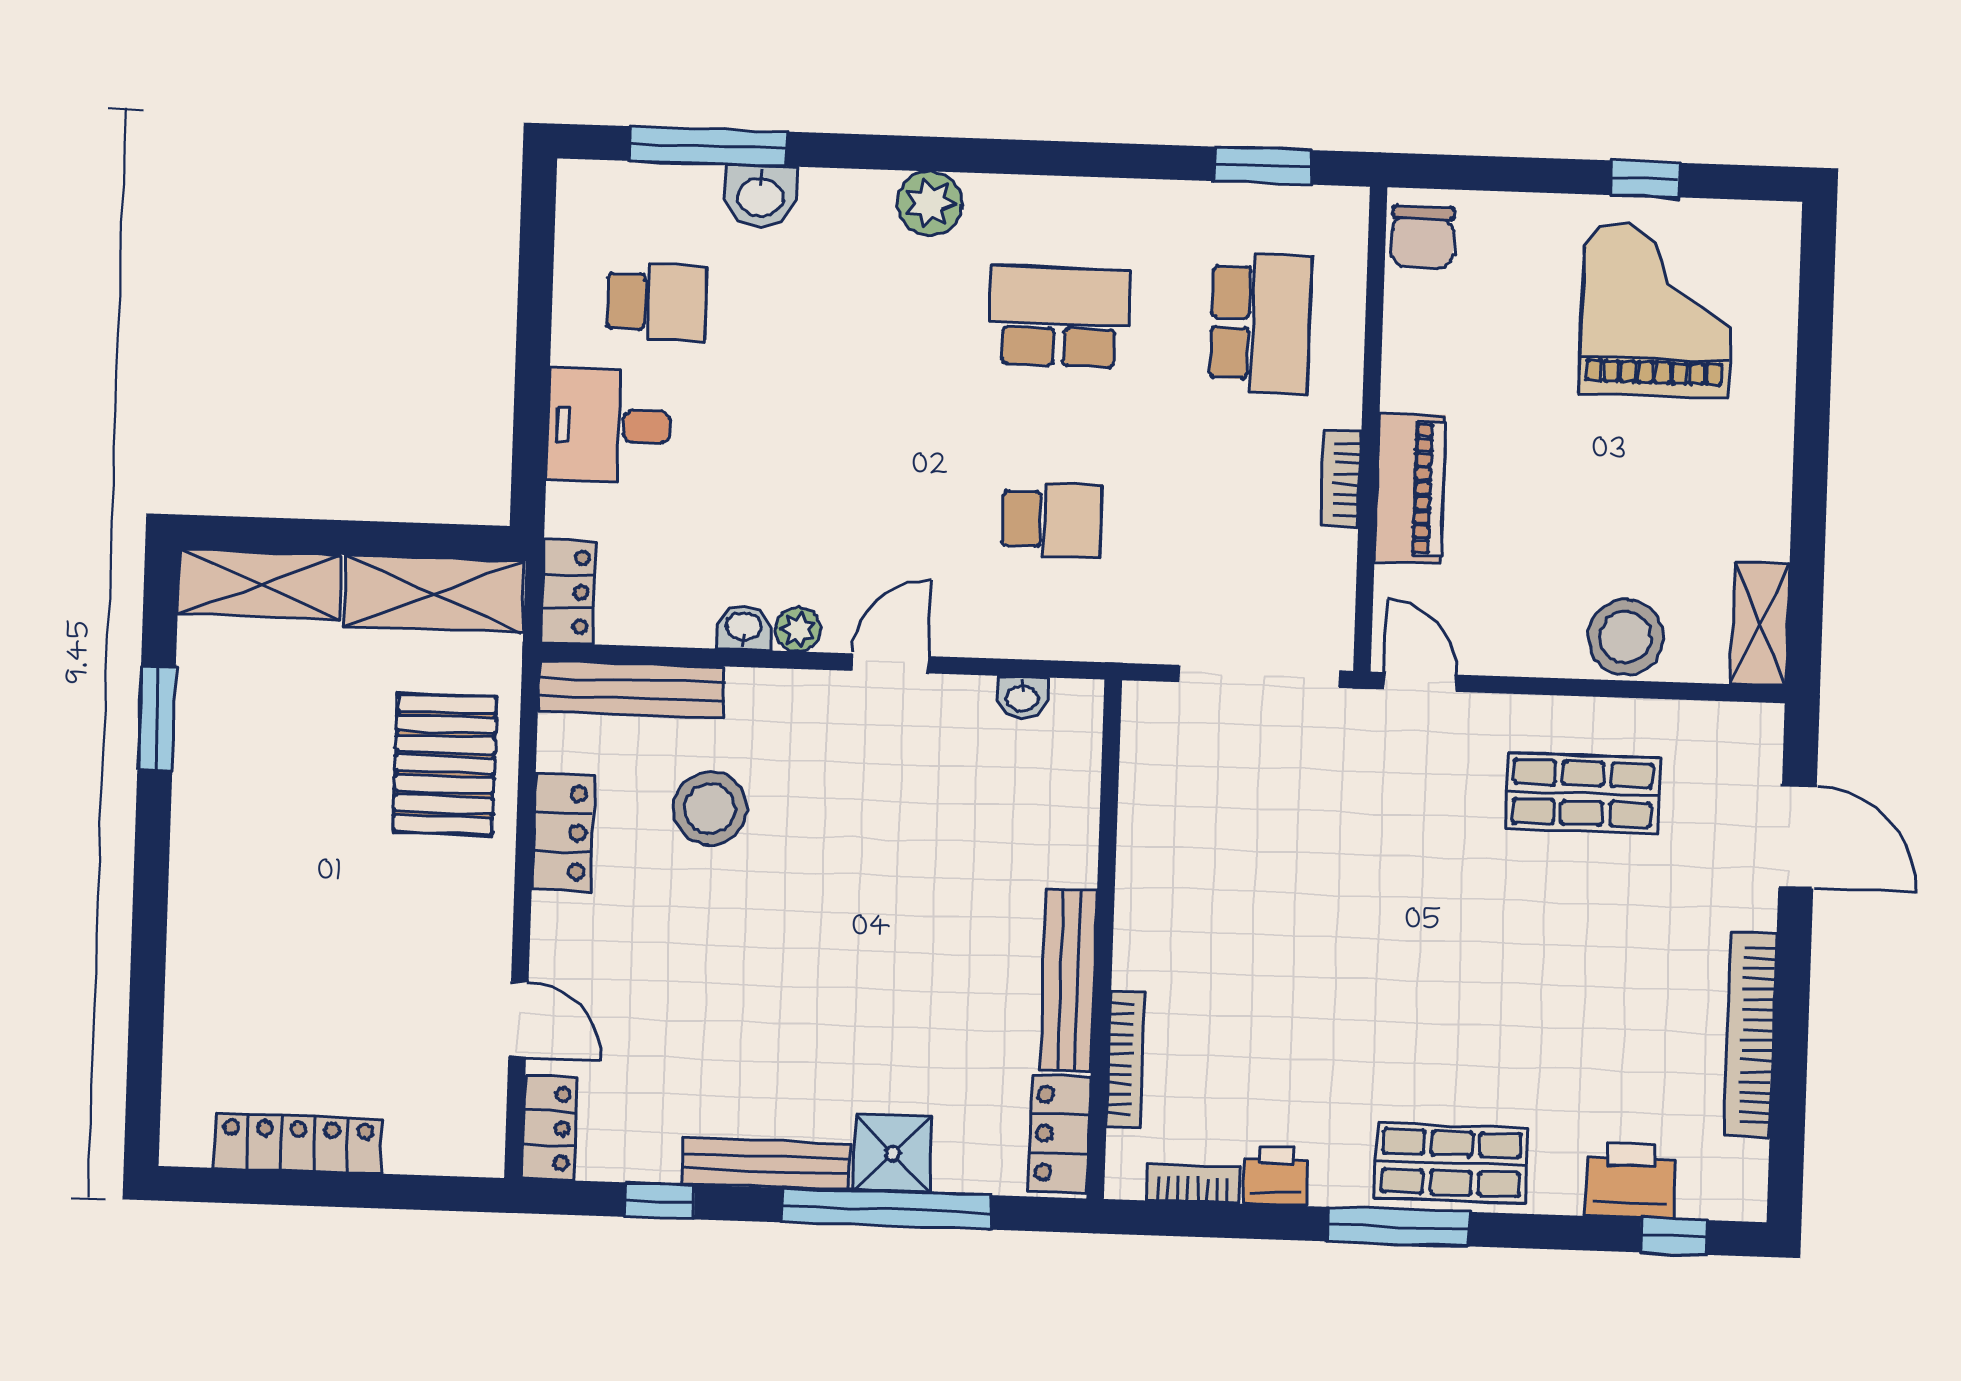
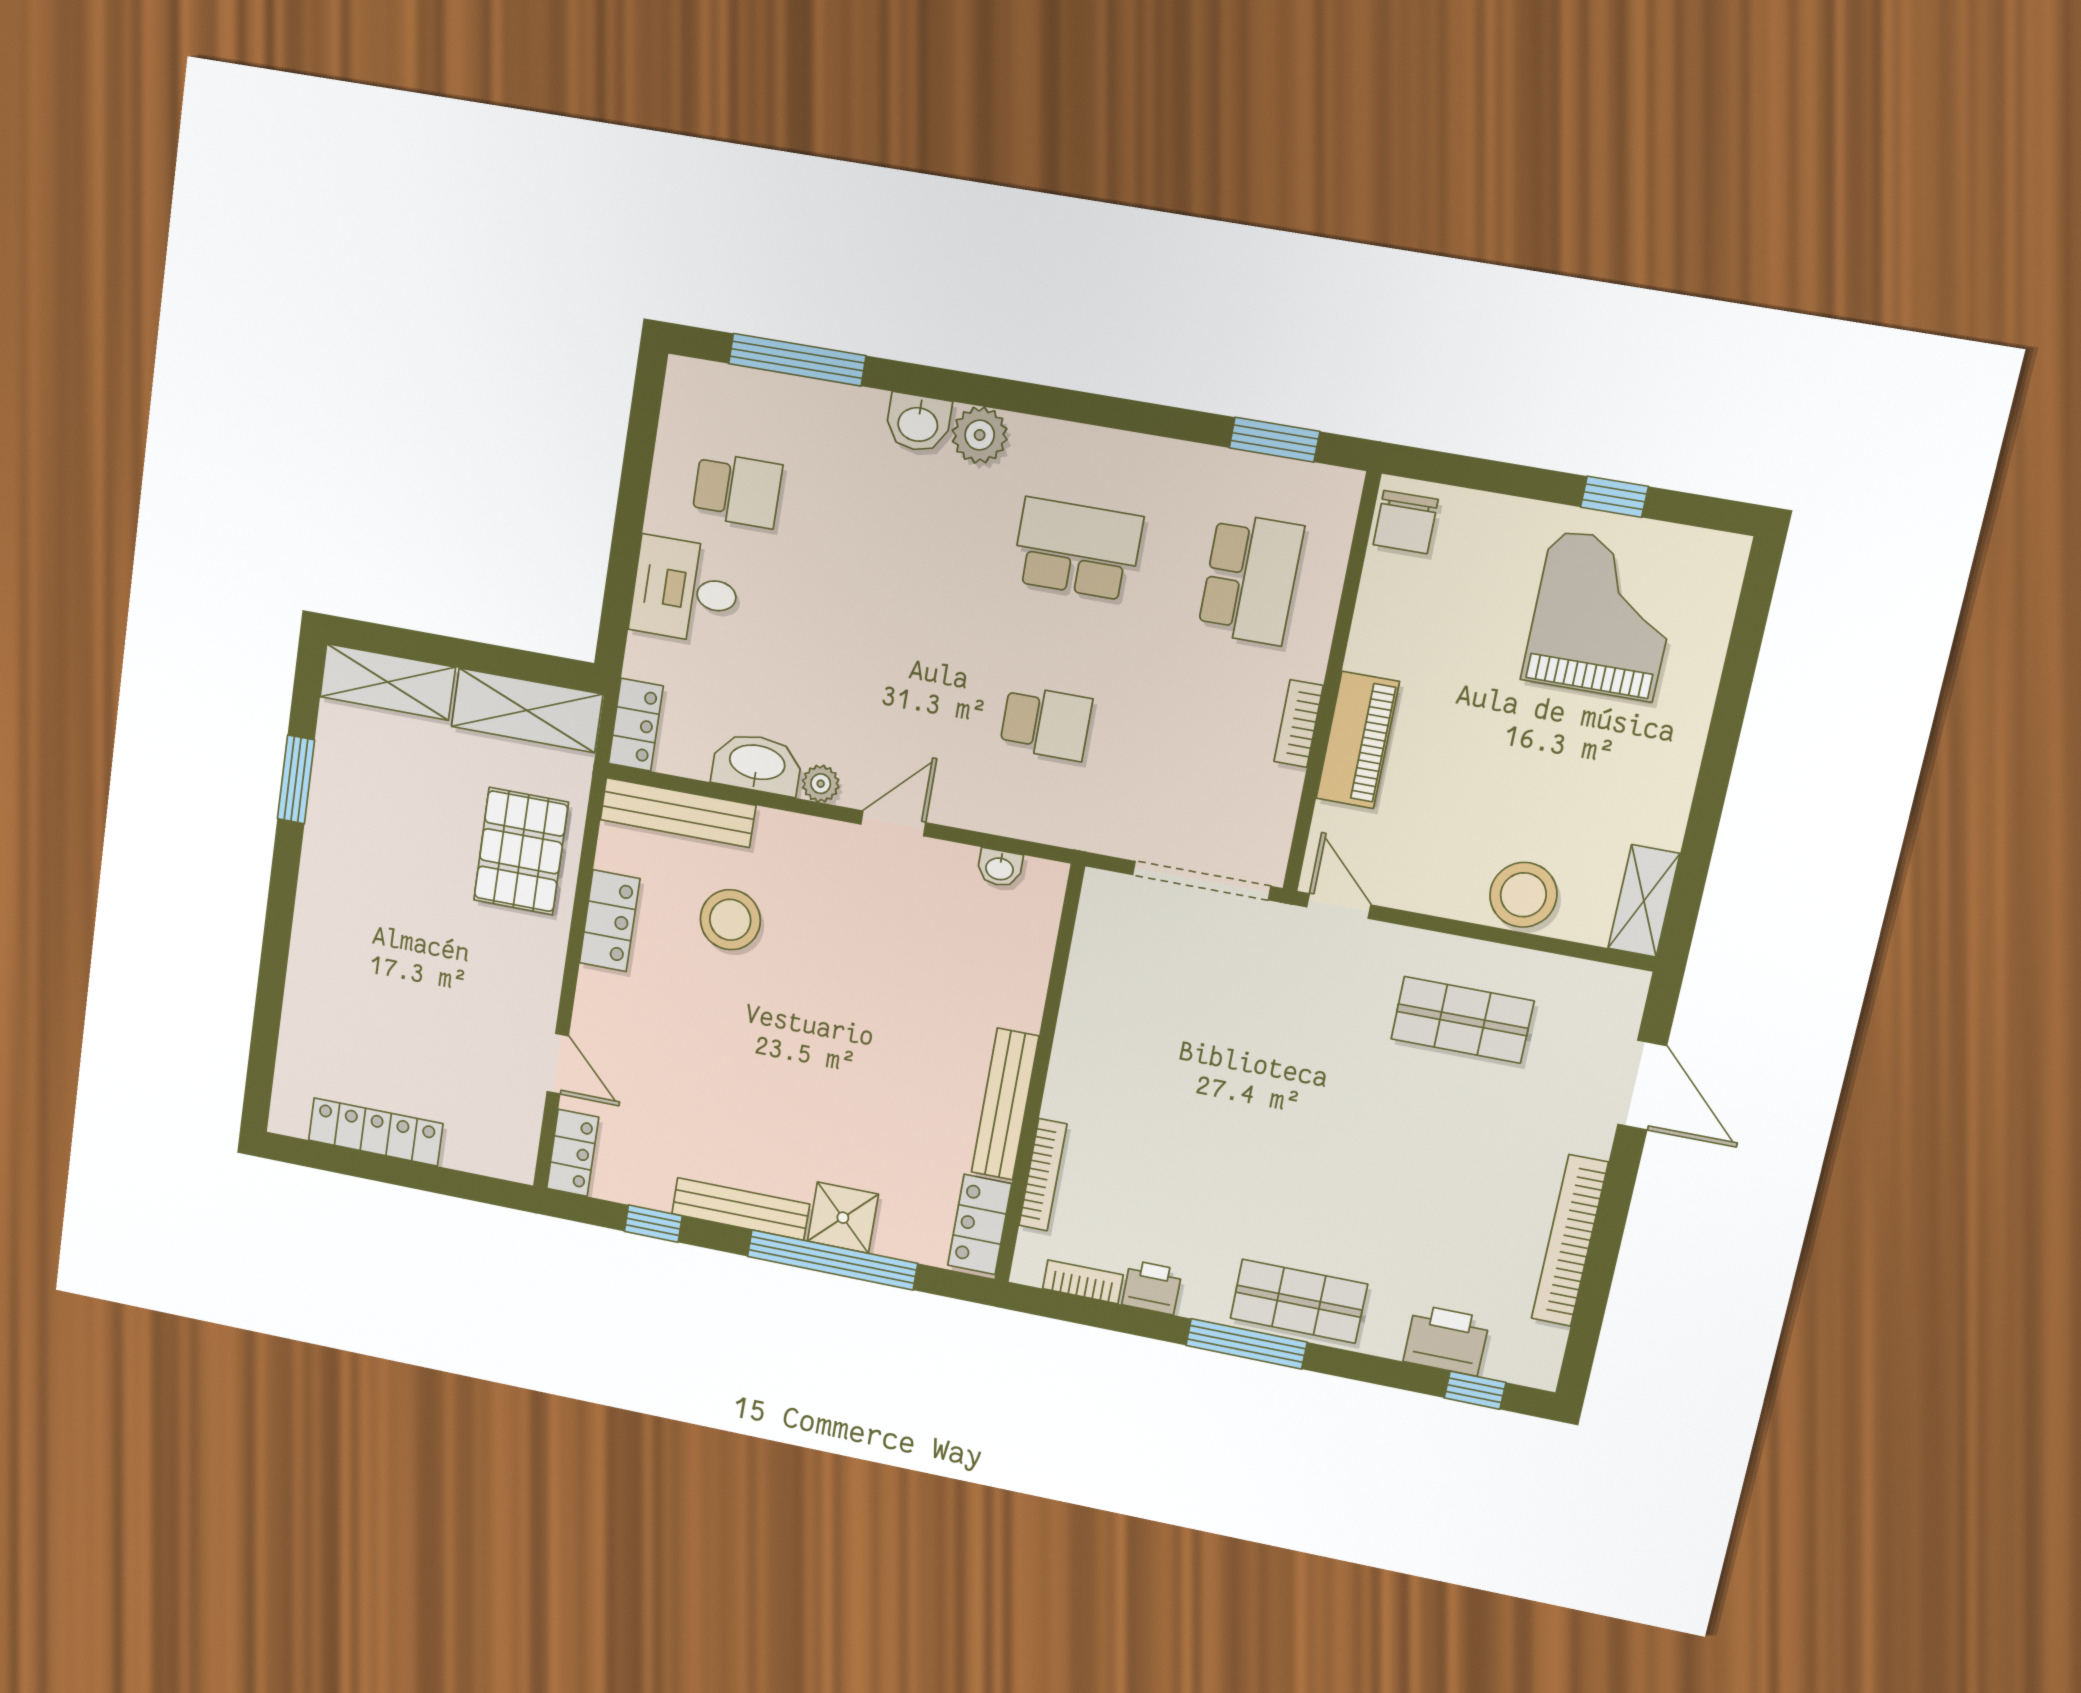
washbasin: (761, 196) -> (918, 423), moved
washbasin: (744, 628) -> (757, 764), width x1.91, depth x1.45

